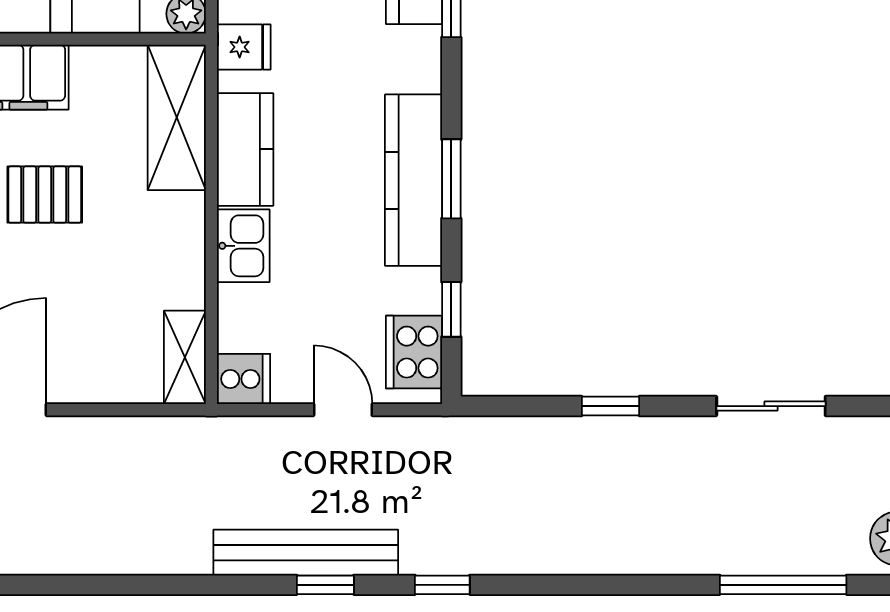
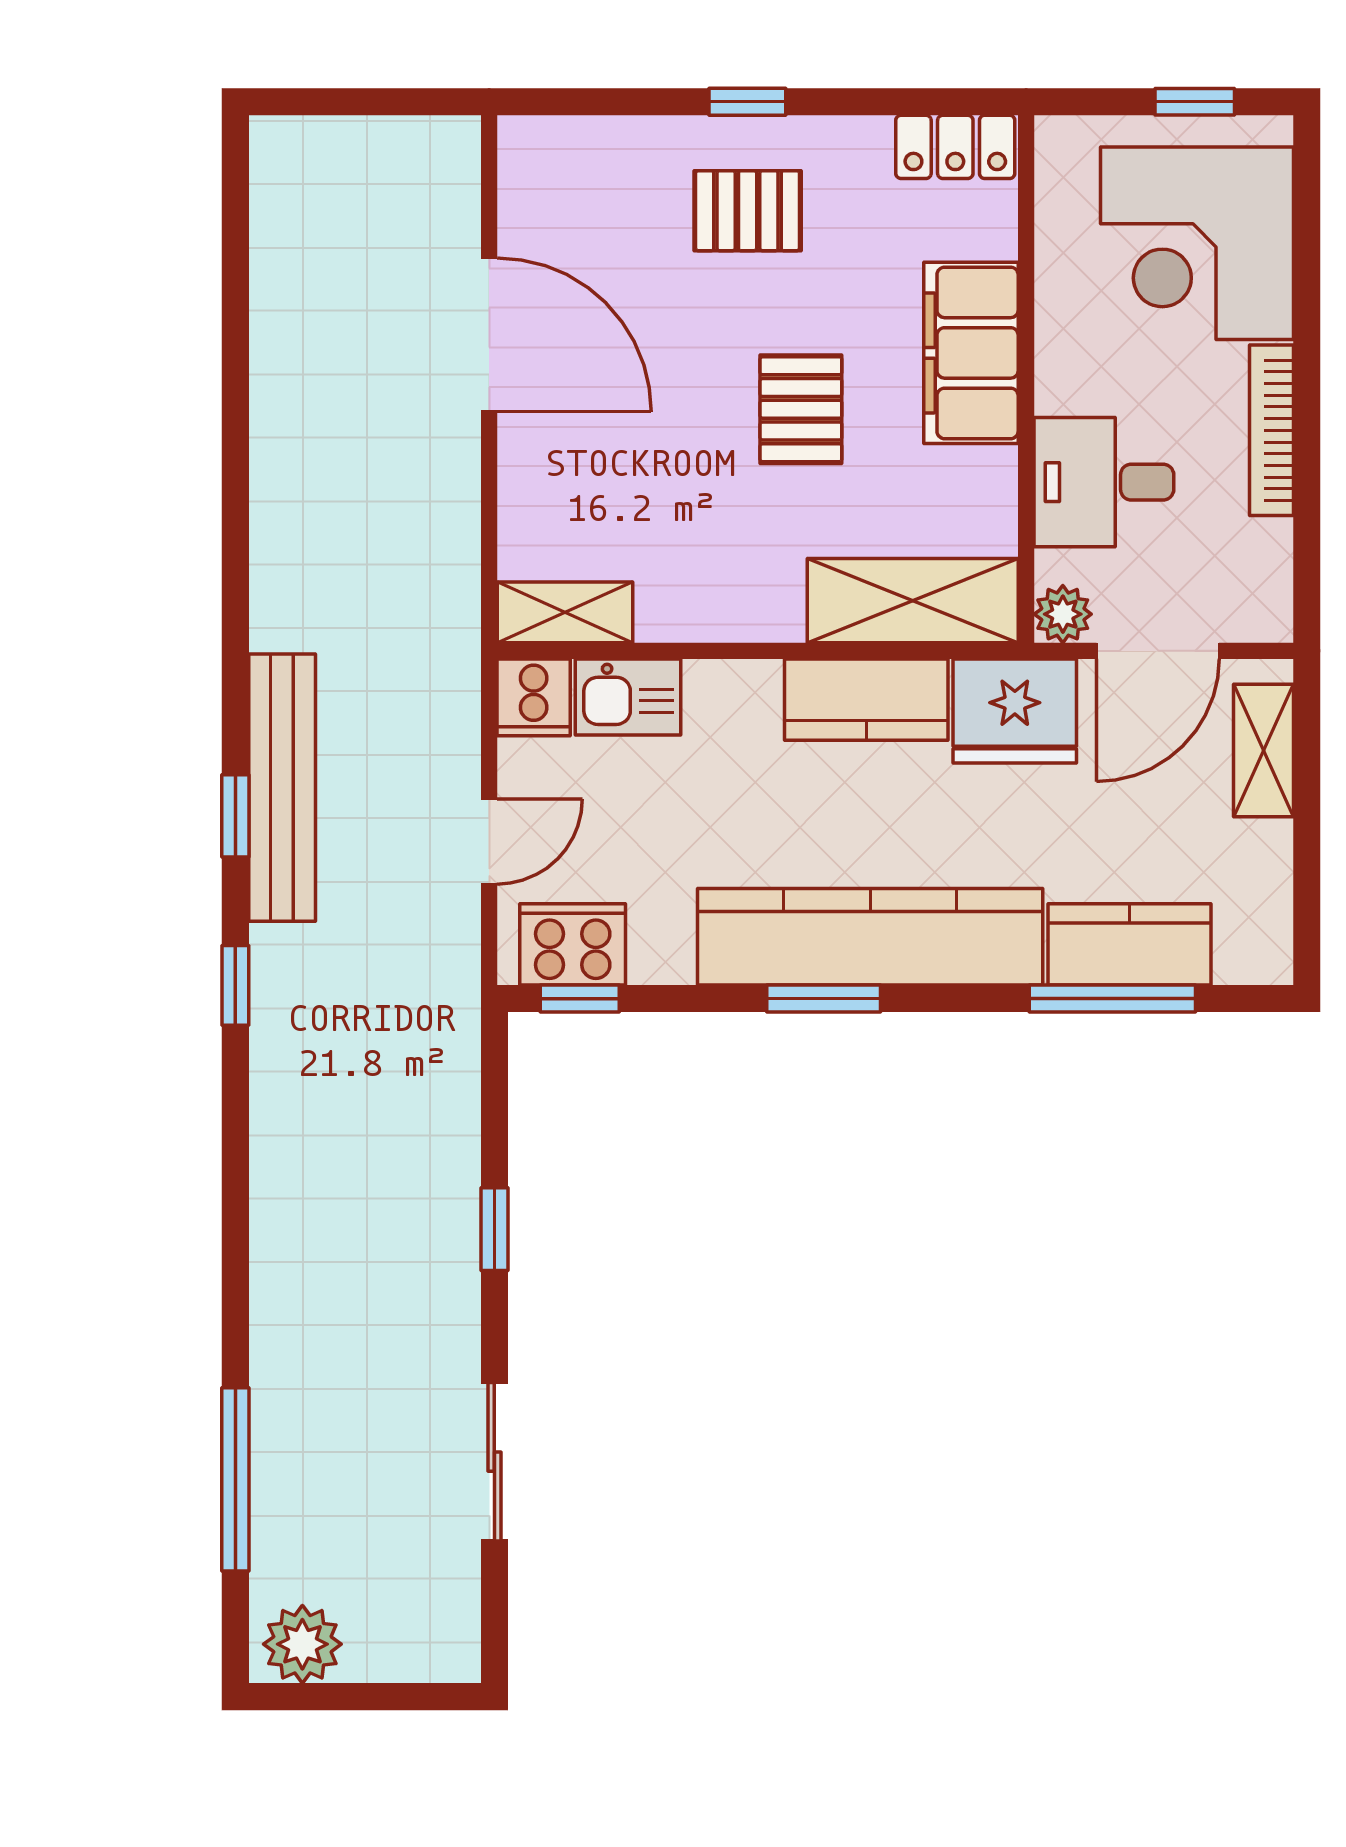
fridge: (244, 47) -> (1015, 711), width x1.88, depth x1.34
kitchen counter: (414, 180) -> (870, 937), width x1.39, depth x1.17
kitchen sink: (243, 246) -> (628, 697), moved
window: (451, 309) -> (580, 999), moved

